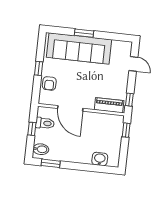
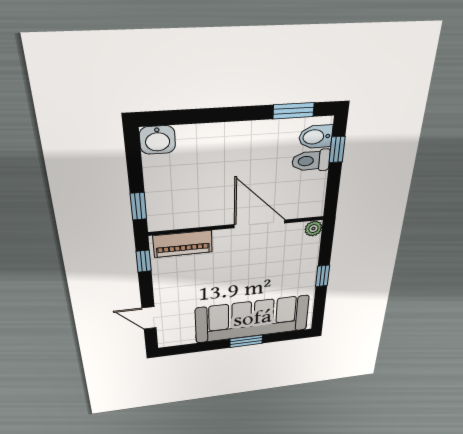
armchair: (49, 83) -> (303, 257), removed
plant: (43, 100) -> (313, 229), added
toilet: (45, 123) -> (311, 161), moved
window: (32, 129) -> (337, 150), moved
washbasin: (100, 159) -> (158, 140), moved

